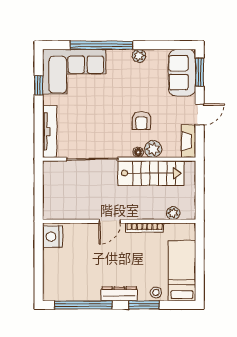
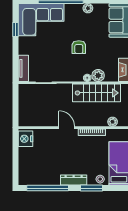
armchair: (141, 121) -> (79, 47), moved
tv unit: (50, 132) -> (23, 68), width x0.71
door: (110, 221) -> (67, 128), swing flipped

